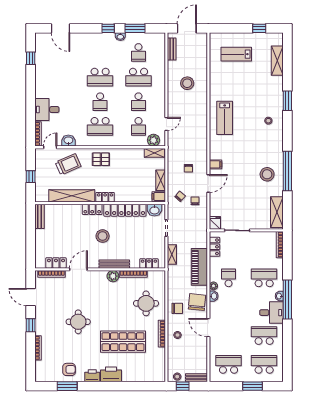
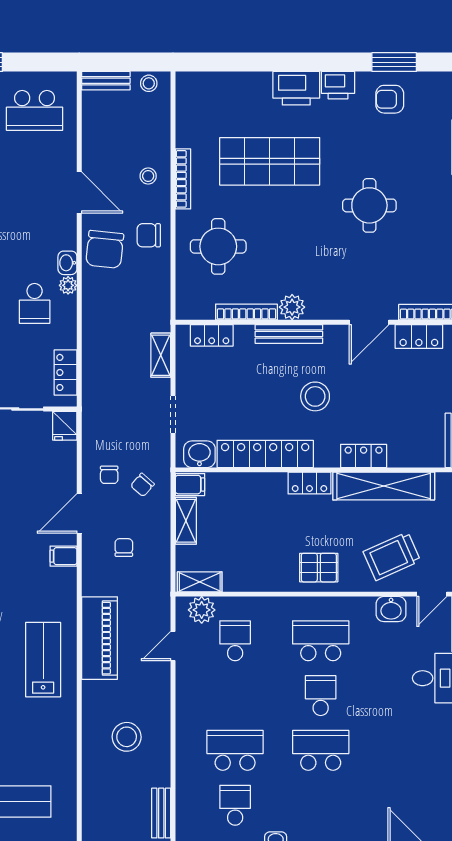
school desk: (138, 102) -> (235, 696), removed
locker: (92, 209) -> (364, 456), moved
piano: (199, 267) -> (100, 638), moved
window: (183, 386) -> (137, 62), removed

